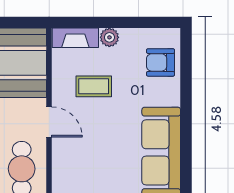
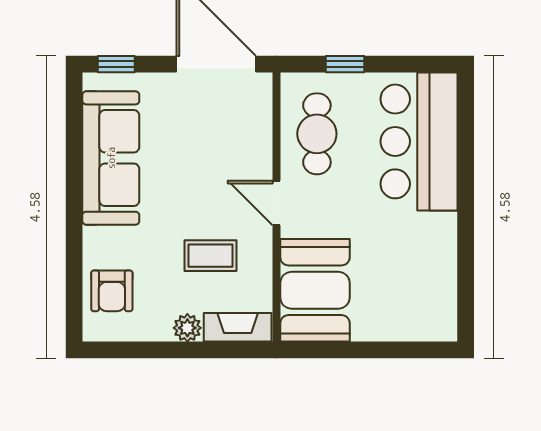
armchair: (160, 62) -> (112, 291), turned 90

